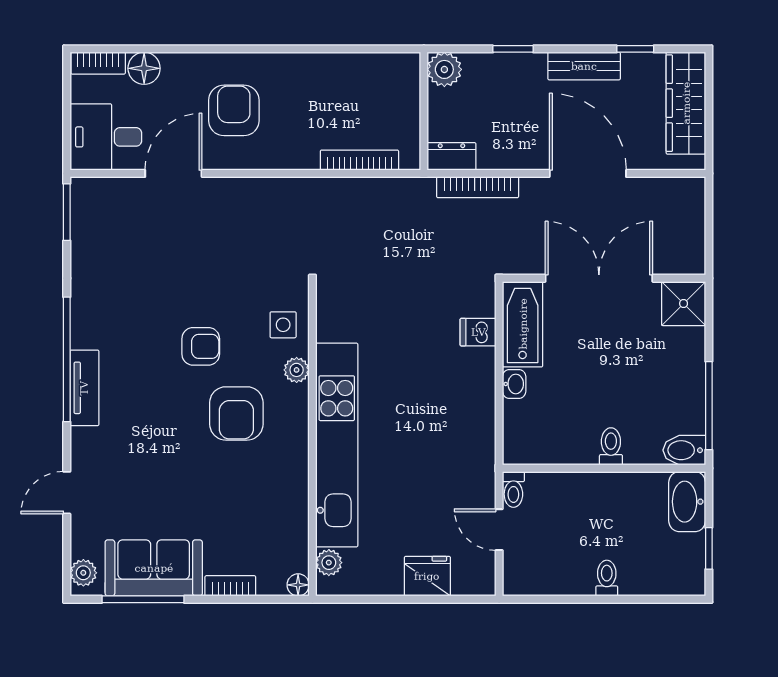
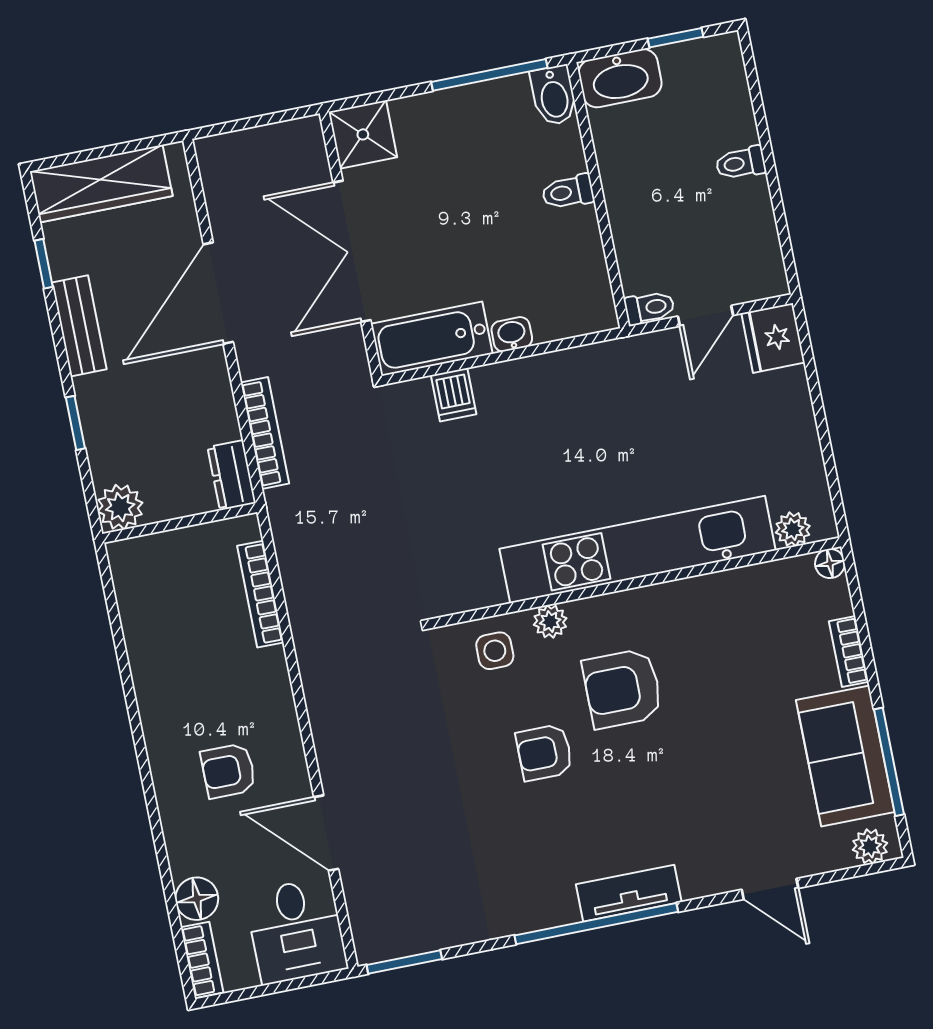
armchair: (234, 110) -> (228, 771), width x0.72, depth x0.72
armchair: (201, 346) -> (544, 752), turned -90
armchair: (236, 413) -> (622, 689), turned 180
fridge: (427, 576) -> (773, 338), moved

